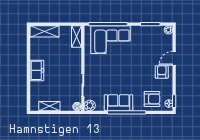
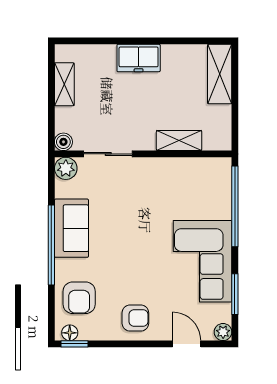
shelving: (76, 37) -> (179, 141), moved
corner sofa: (111, 40) -> (203, 261), moved
door: (174, 58) -> (187, 344), moved

